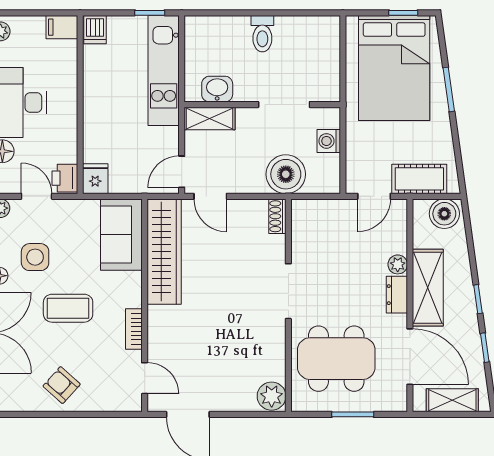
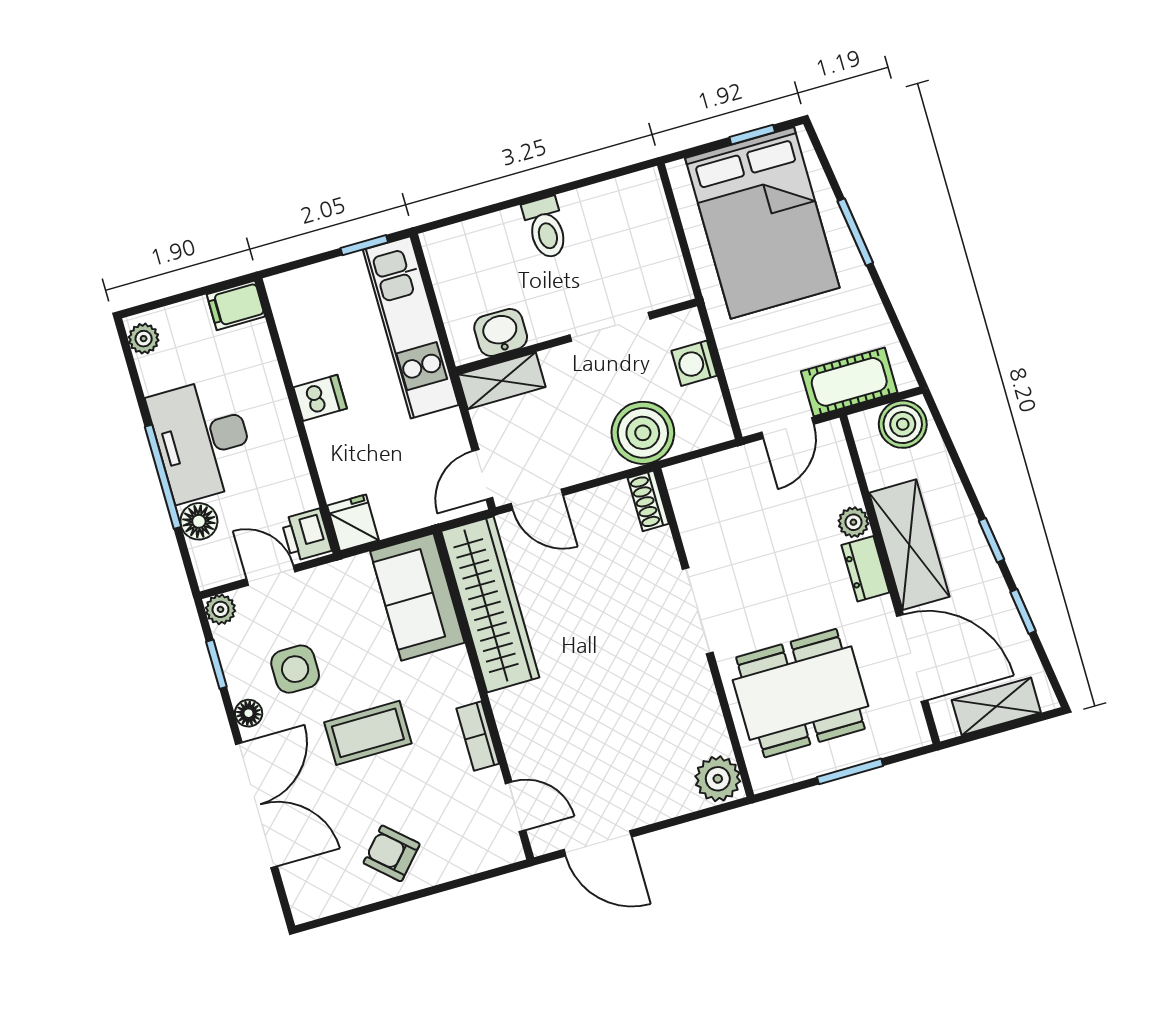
dishwasher: (95, 30) -> (320, 398), moved, turned -90

